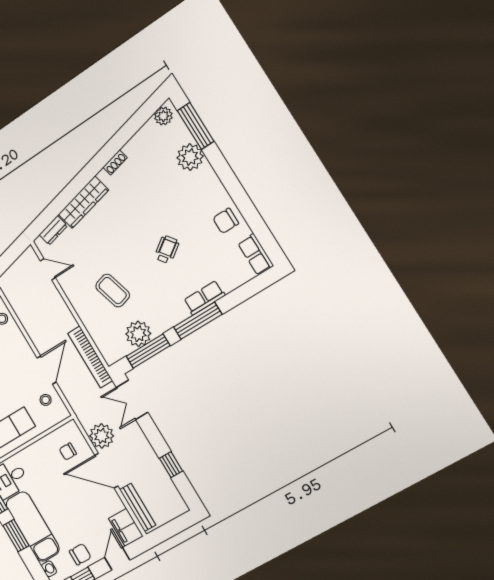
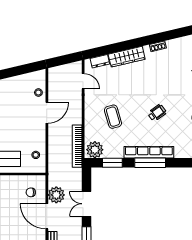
row of seats: (204, 298) -> (149, 152), width x2.02
plant: (138, 334) -> (95, 150), moved
window: (148, 351) -> (112, 163), width x0.69
door: (47, 370) -> (47, 113), moved
double door: (132, 400) -> (87, 204), moved

